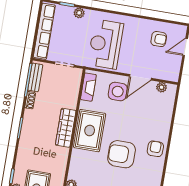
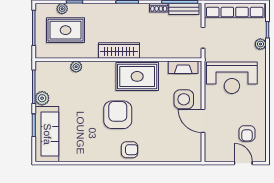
reception desk: (105, 44) -> (232, 78), turned 180
plant: (162, 87) -> (196, 145), removed
wardrobe: (66, 128) -> (119, 50), moved

